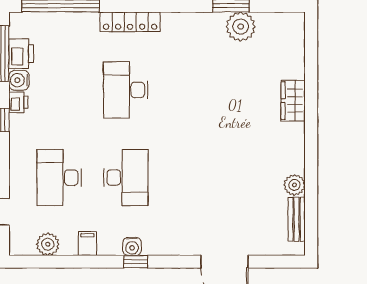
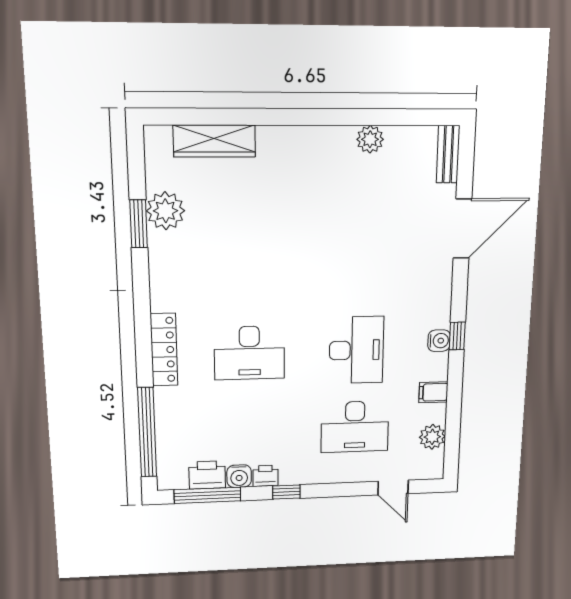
wardrobe: (293, 101) -> (214, 141), moved, width x1.50
desk: (126, 177) -> (356, 350), turned 90
bench: (297, 219) -> (448, 154), moved, turned 90

